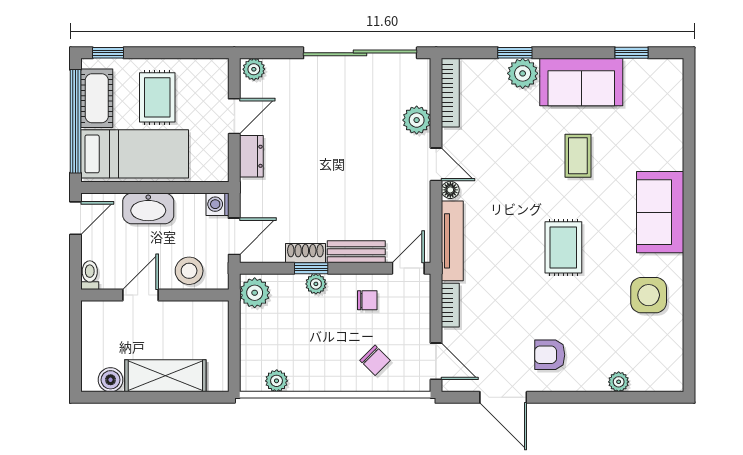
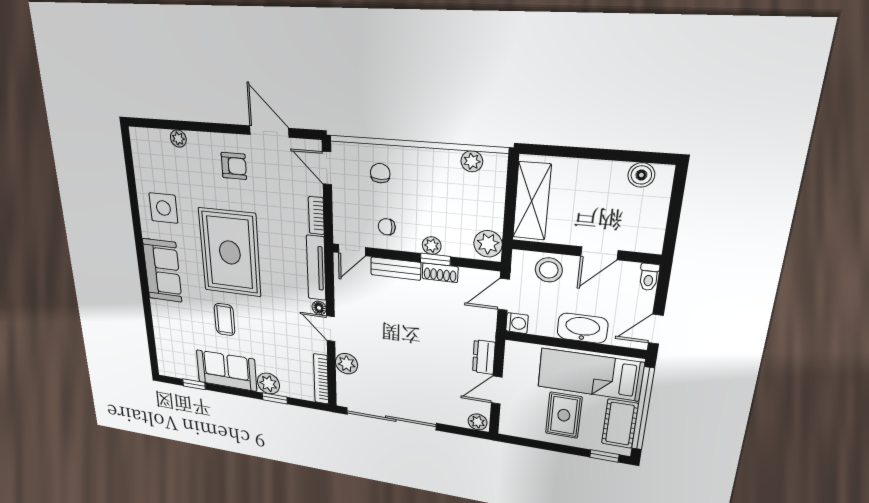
rug: (563, 247) -> (230, 252), width x1.86, depth x2.06
chair: (375, 360) -> (380, 173), turned 45
shelving: (165, 376) -> (532, 201), moved, turned 90

